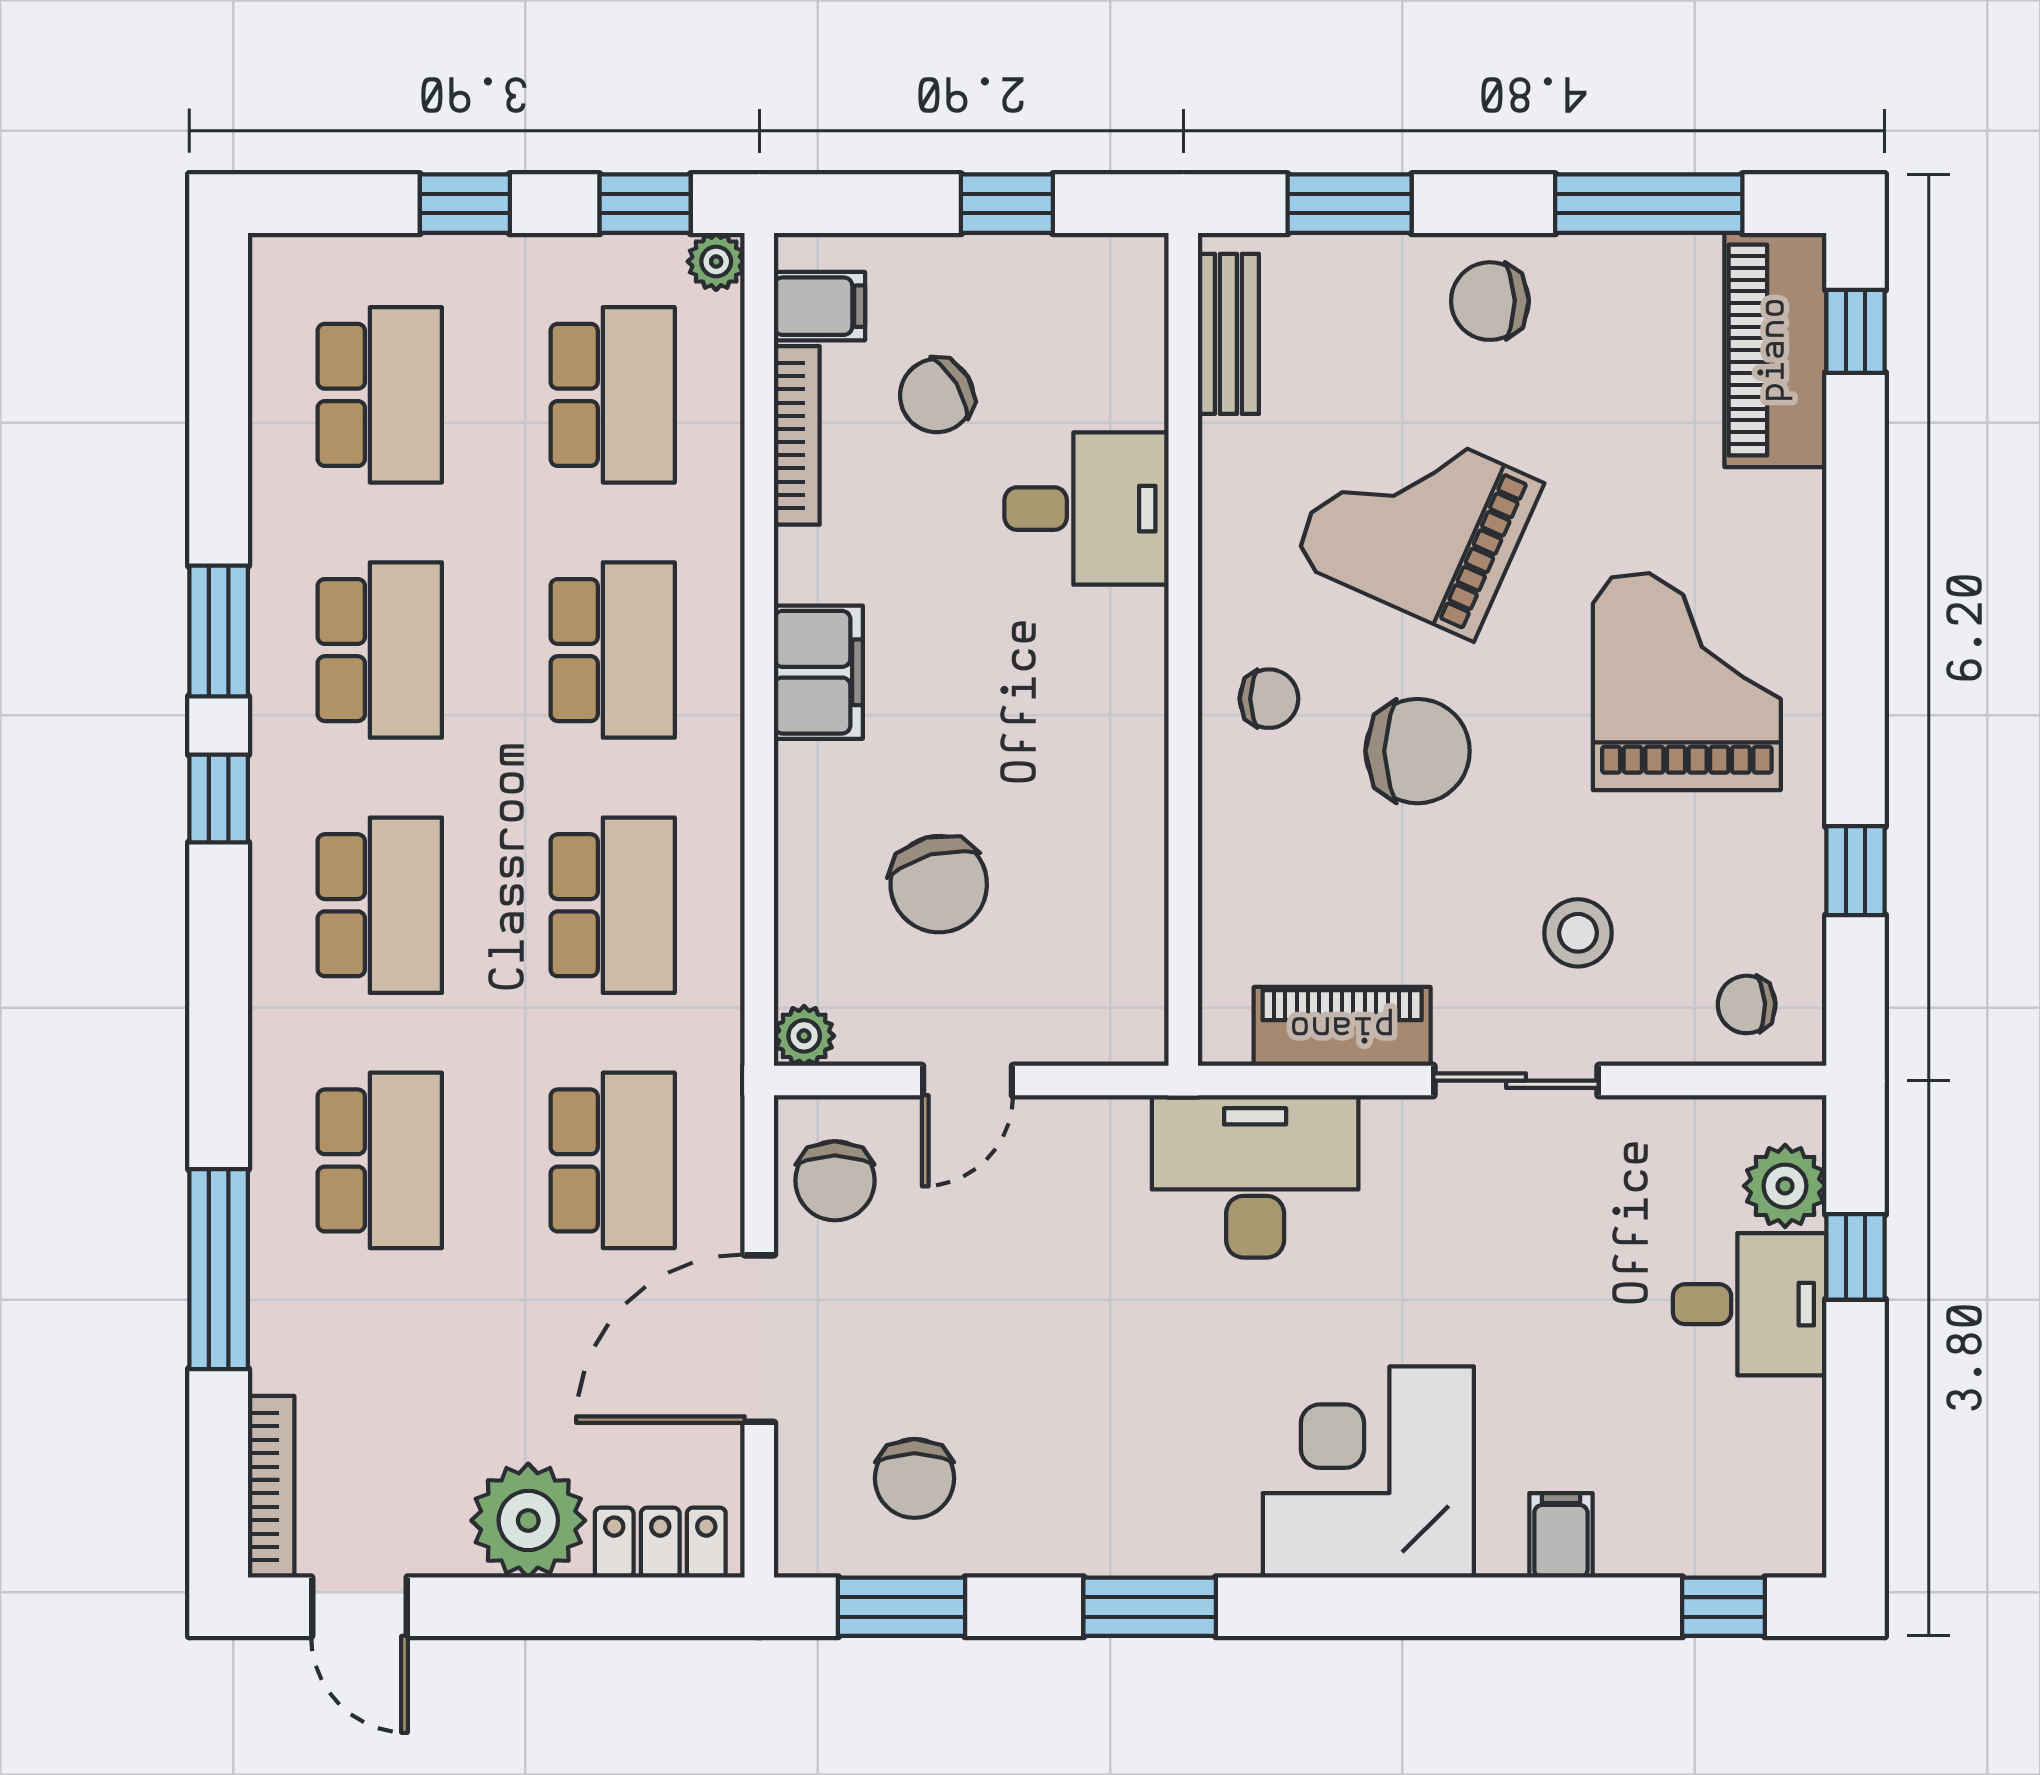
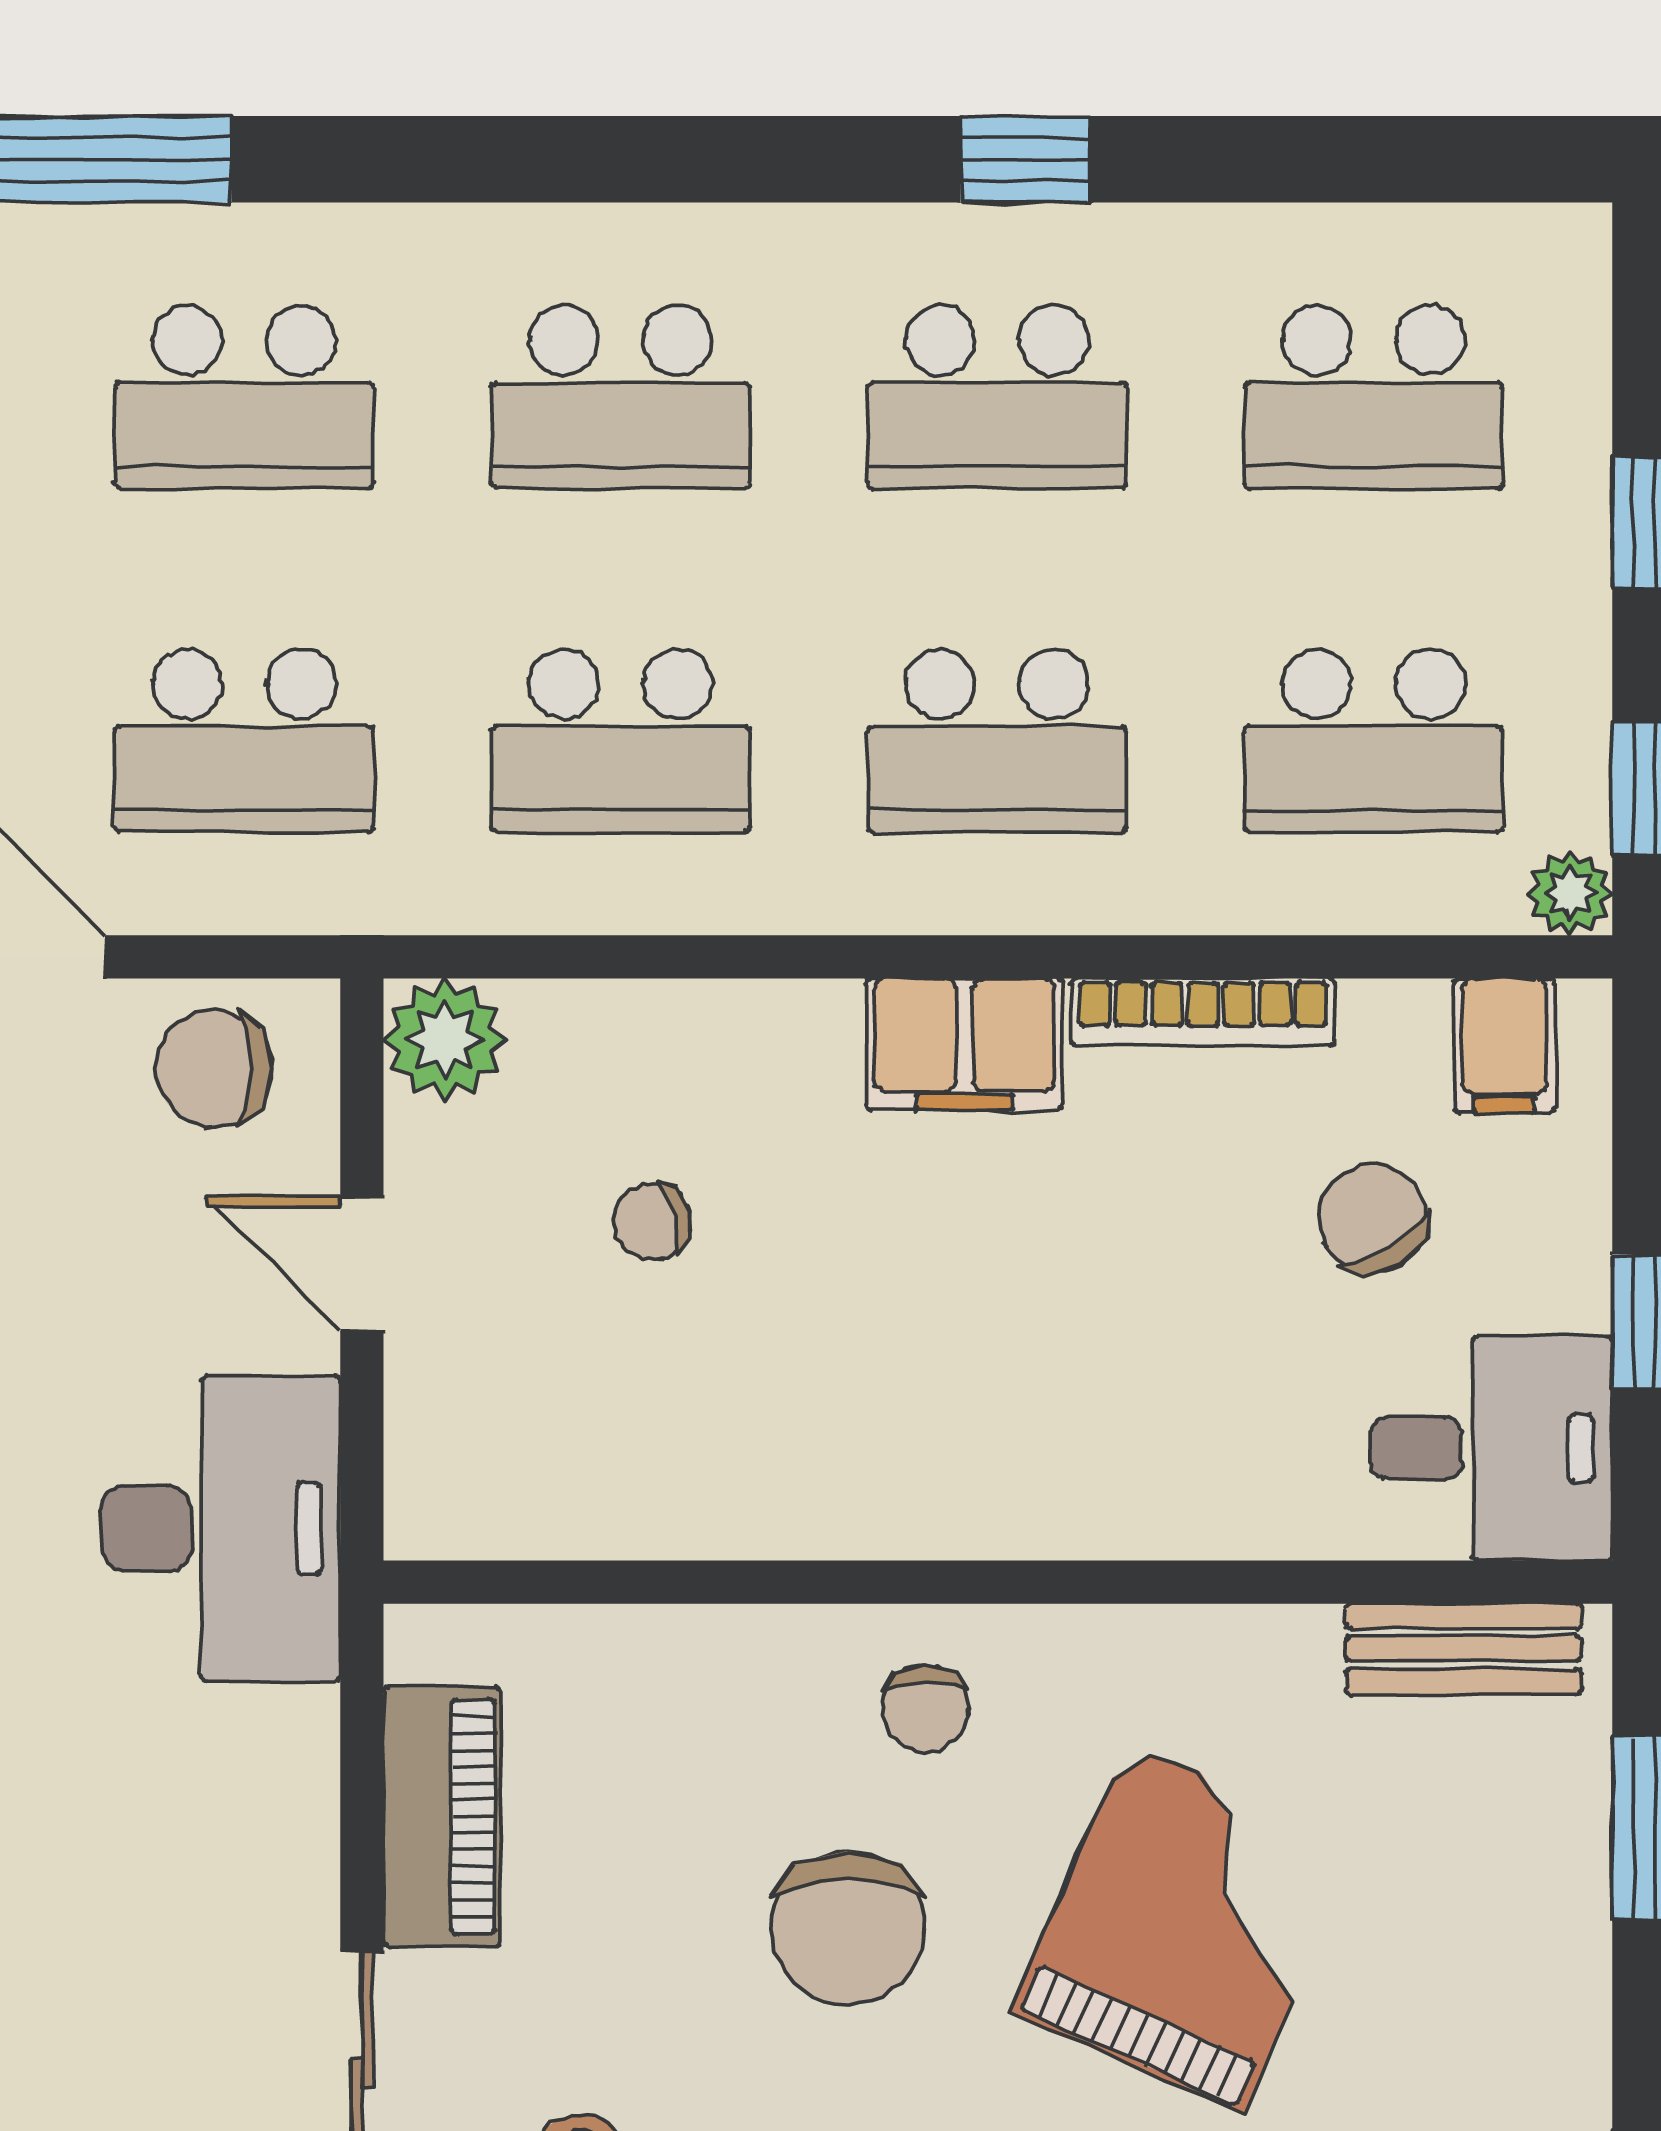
chair: (1490, 301) -> (1512, 2035), removed
bookcase: (797, 435) -> (1203, 1012), moved
desk: (1086, 509) -> (1491, 1448), moved, turned -90
window: (219, 631) -> (1025, 159), width x0.67
window: (219, 799) -> (778, 159), removed
chair: (939, 884) -> (652, 1222), width x0.54, depth x0.54
plant: (804, 1036) -> (445, 1040), width x1.38, depth x1.38
desk: (1255, 1176) -> (221, 1528), moved

